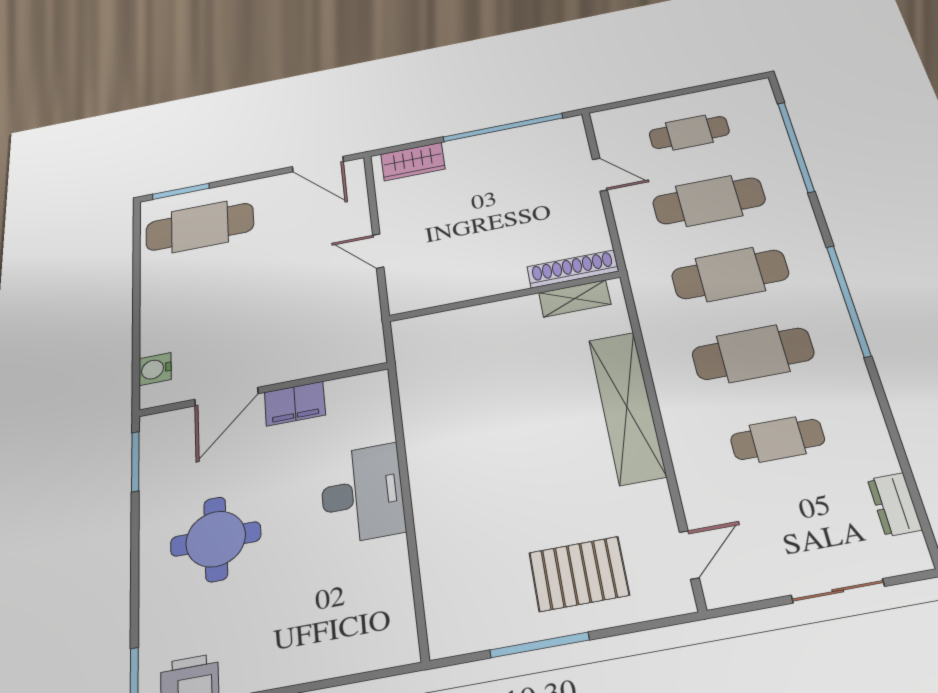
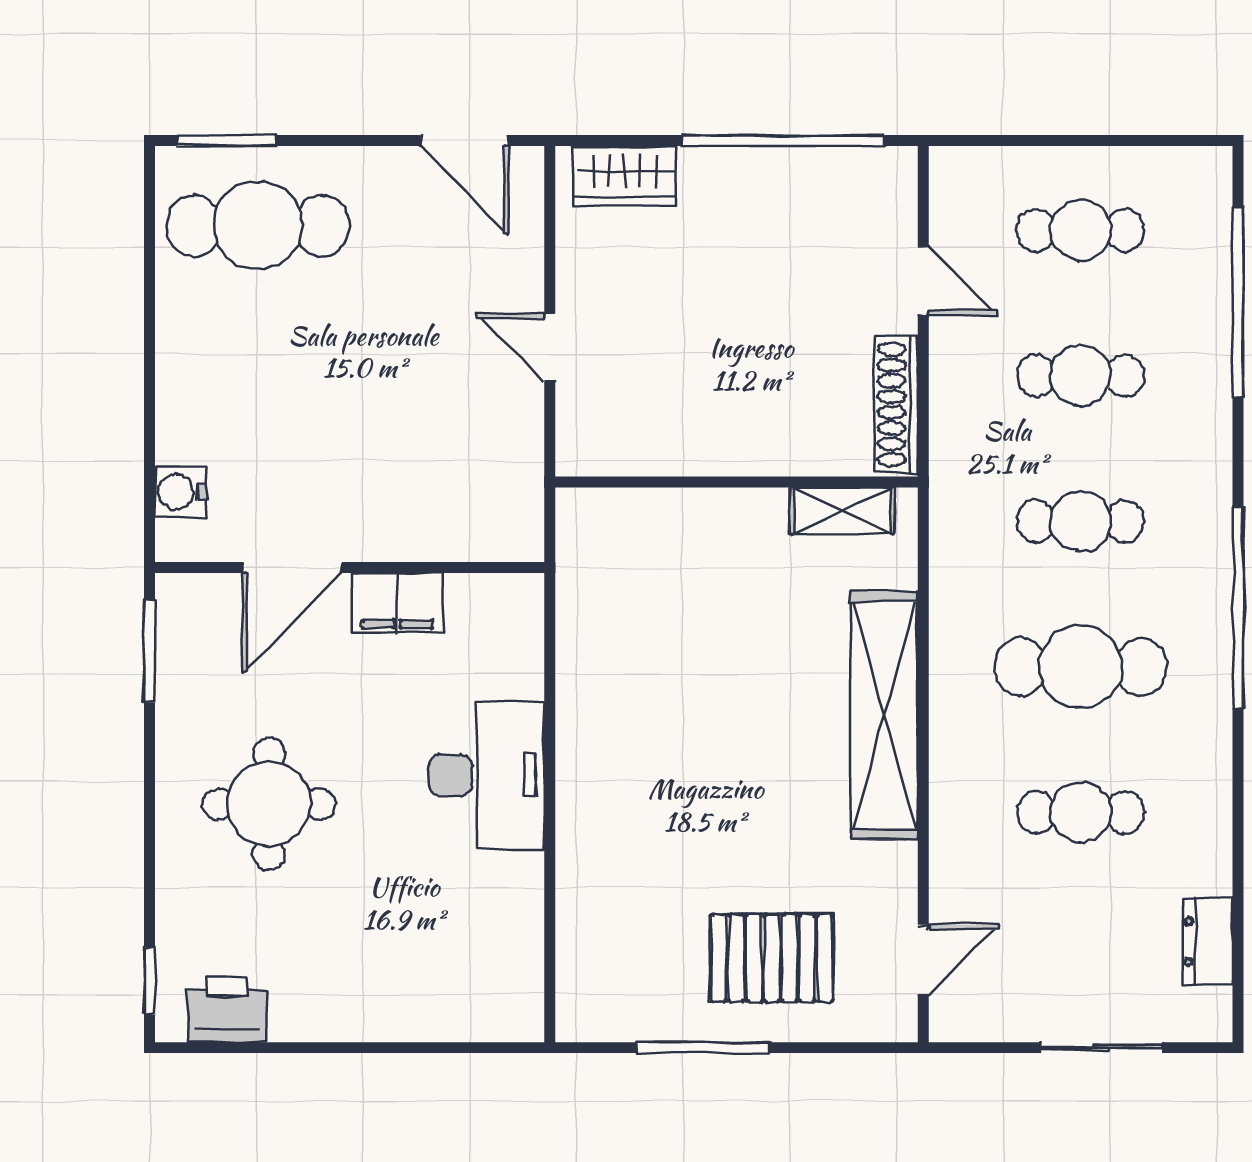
cafe table: (709, 201) -> (1081, 376), width x0.73, depth x0.74
shoe rack: (573, 269) -> (897, 404), moved, turned -90
cafe table: (730, 274) -> (1081, 521), width x0.73, depth x0.74

